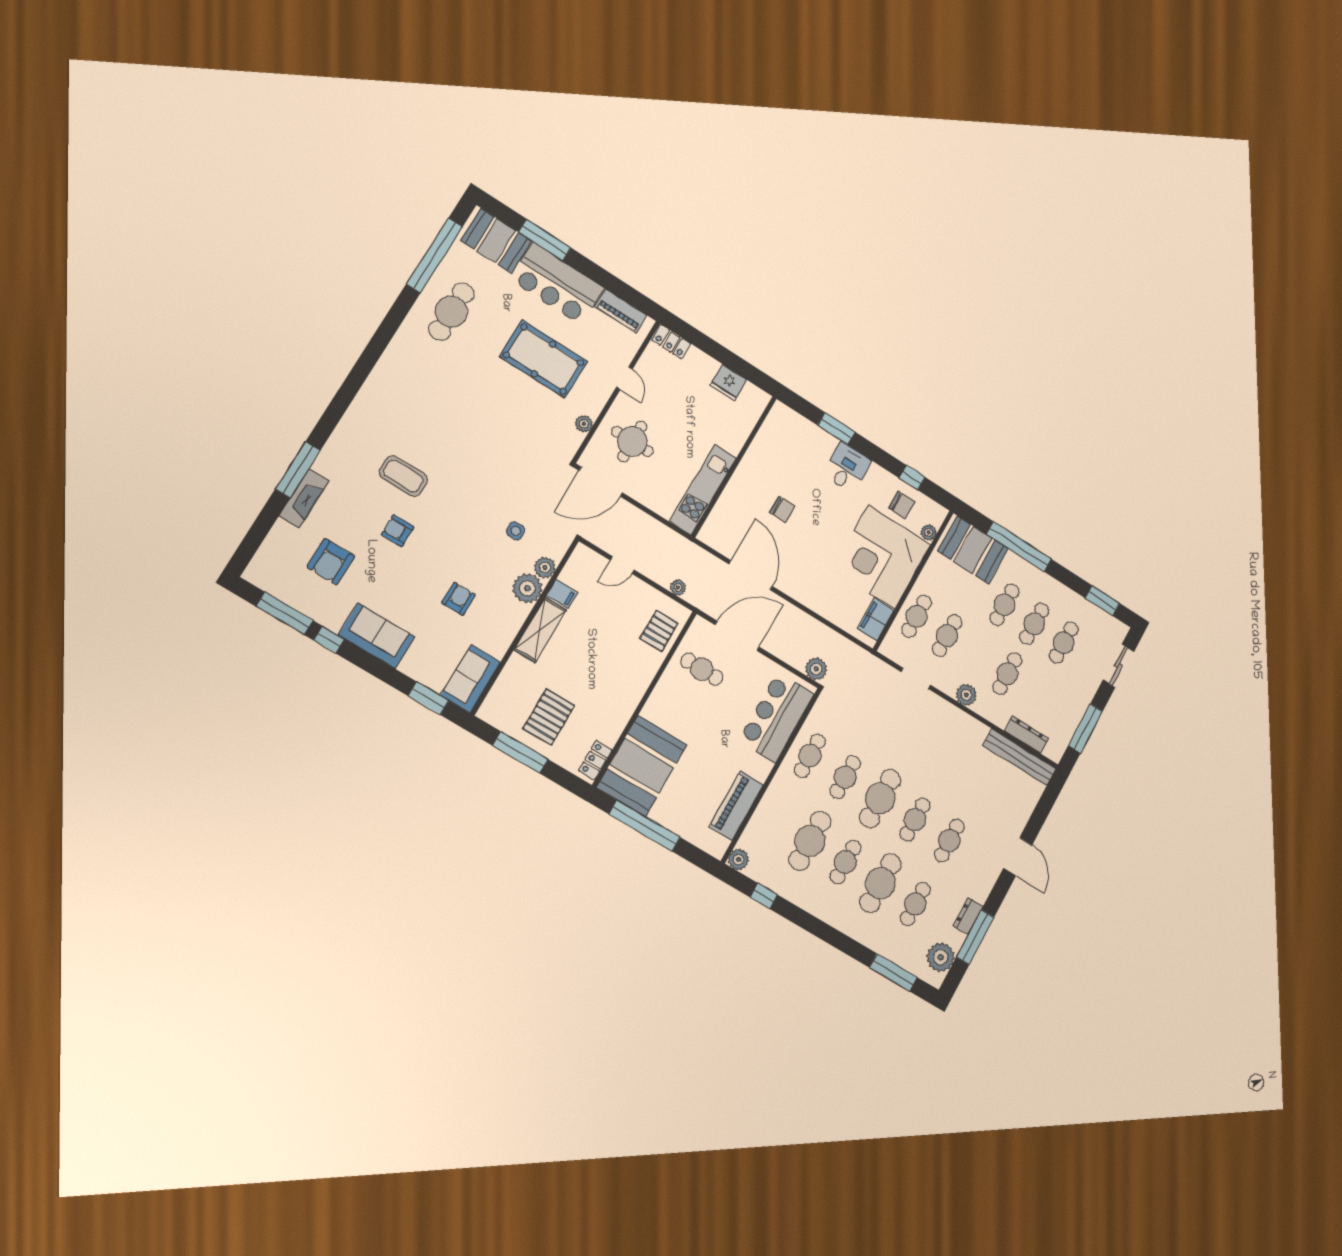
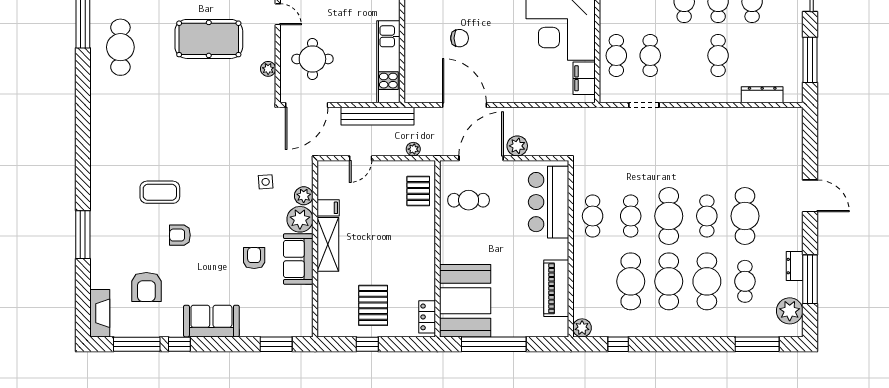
fireplace: (304, 498) -> (100, 313), moved
plant: (816, 669) -> (517, 146), moved
sofa: (471, 679) -> (298, 259), moved
plant: (966, 695) -> (693, 93), removed
window: (520, 752) -> (367, 344), width x0.46
bench: (1019, 757) -> (377, 116), moved
cafe table: (949, 841) -> (745, 216), width x1.37, depth x1.35
cafe table: (845, 862) -> (669, 281), width x1.37, depth x1.35

